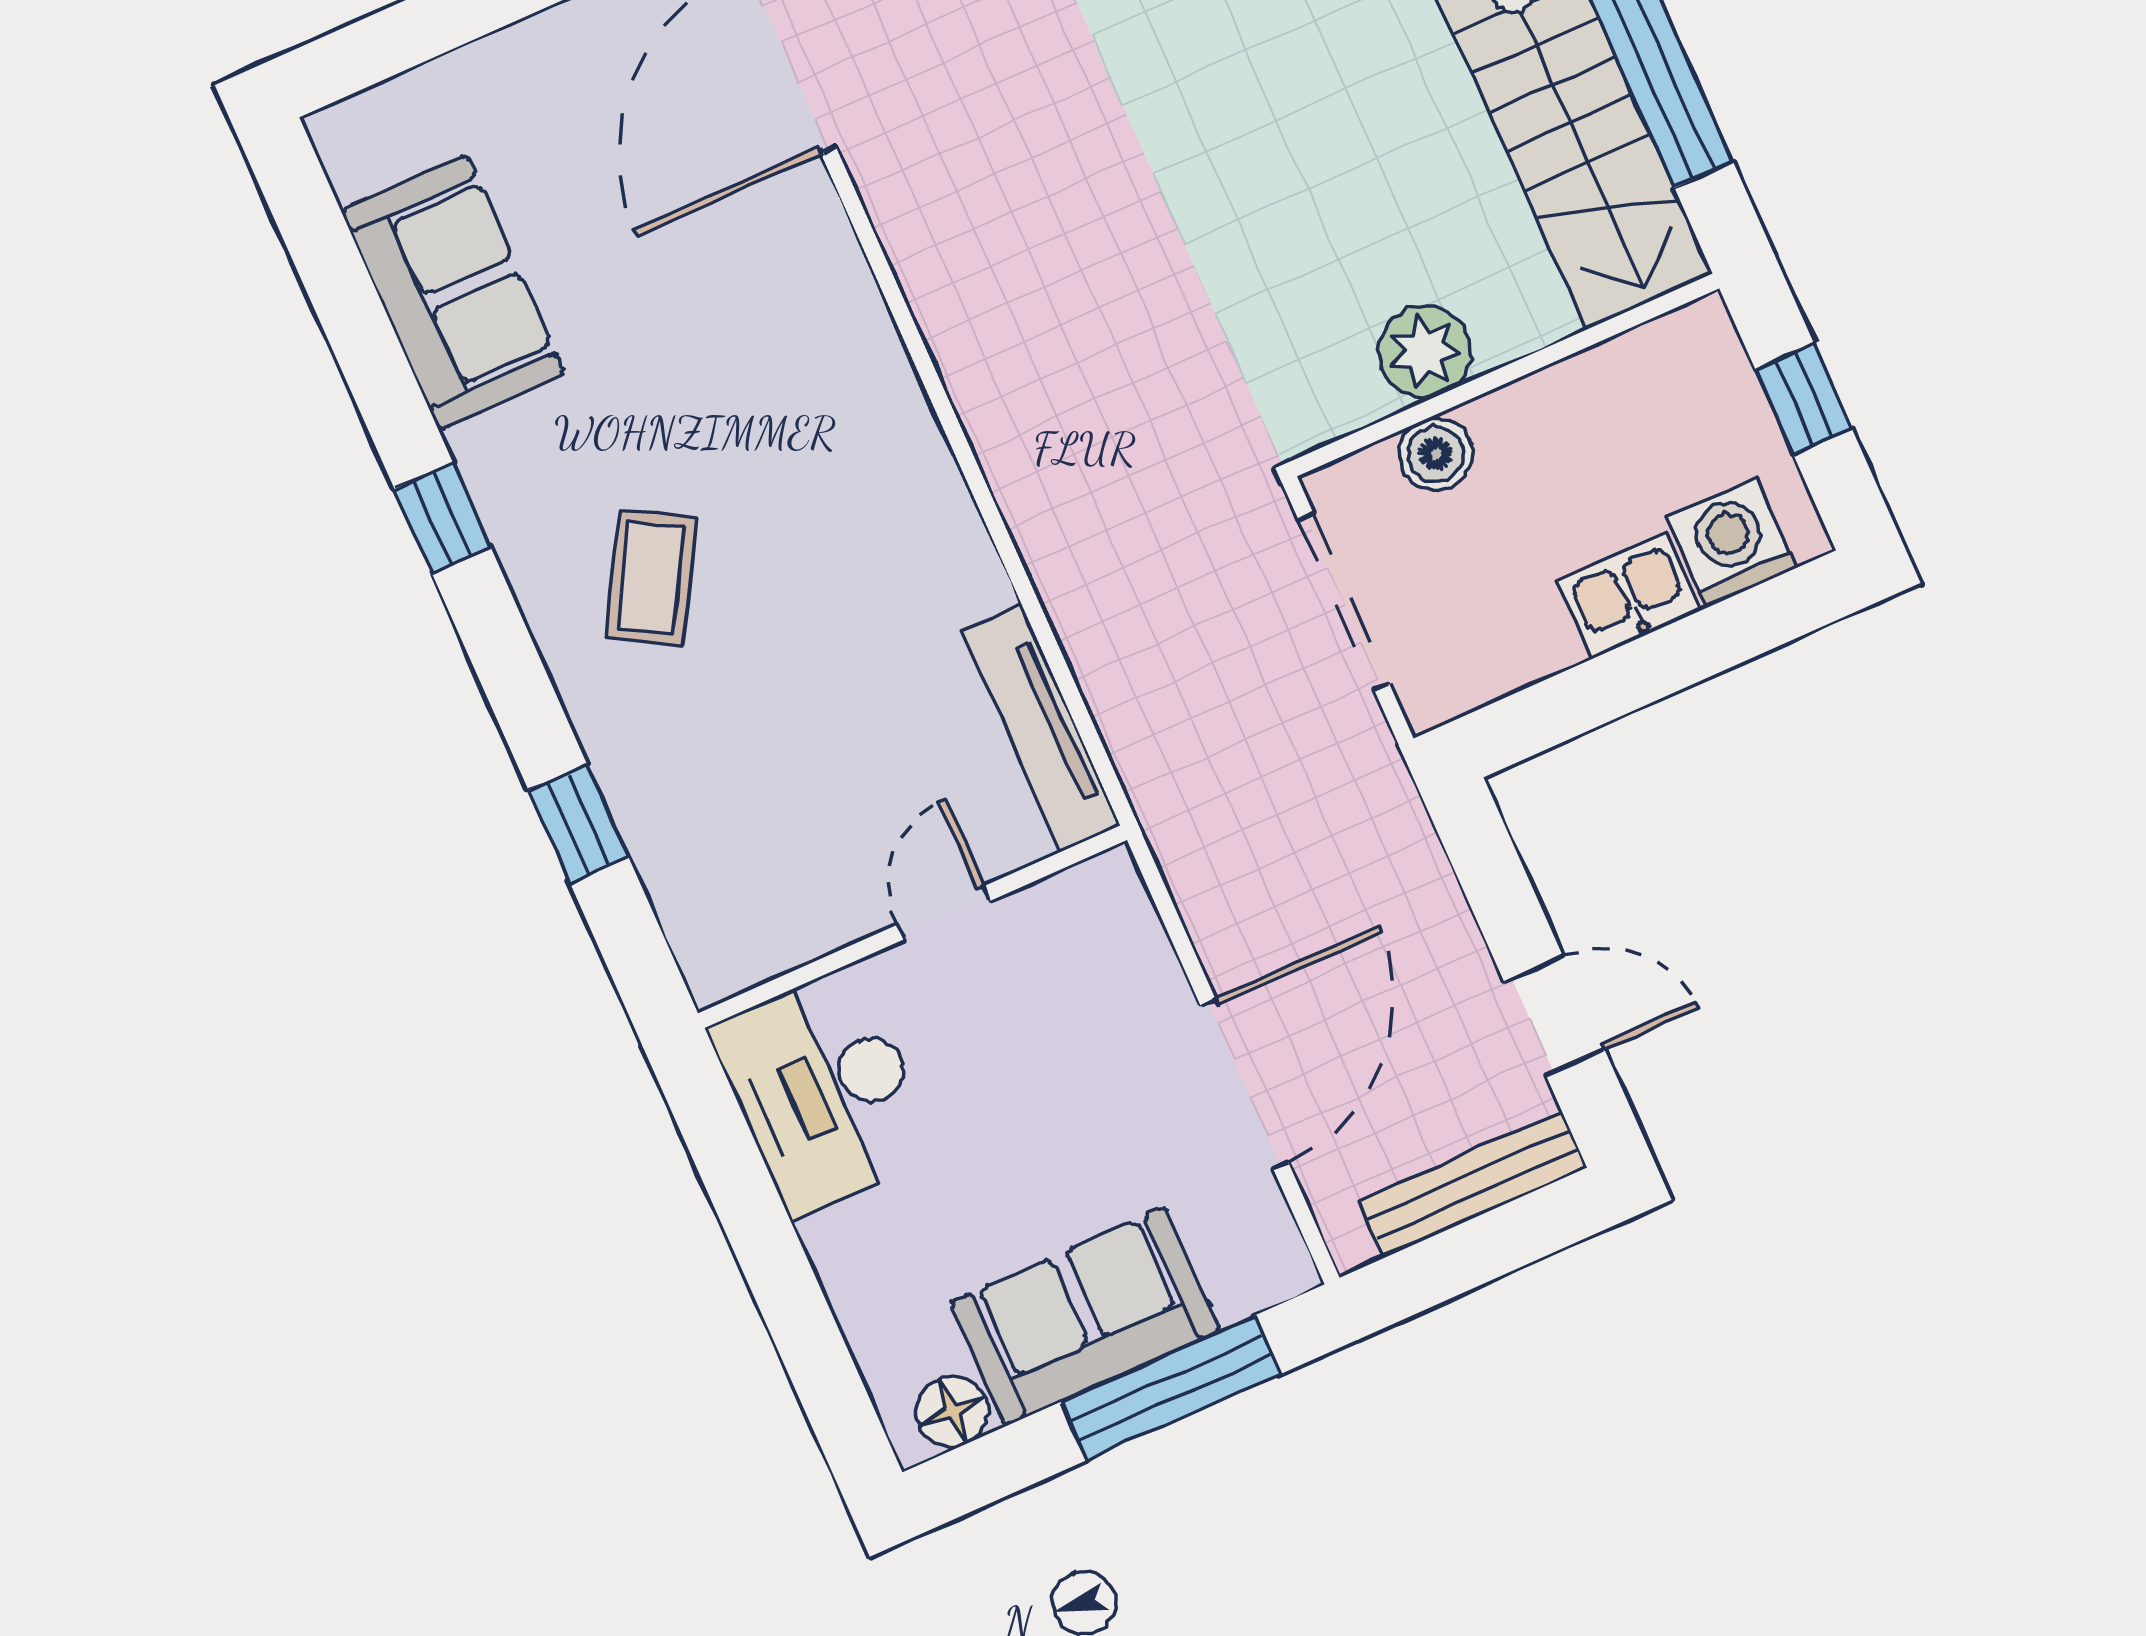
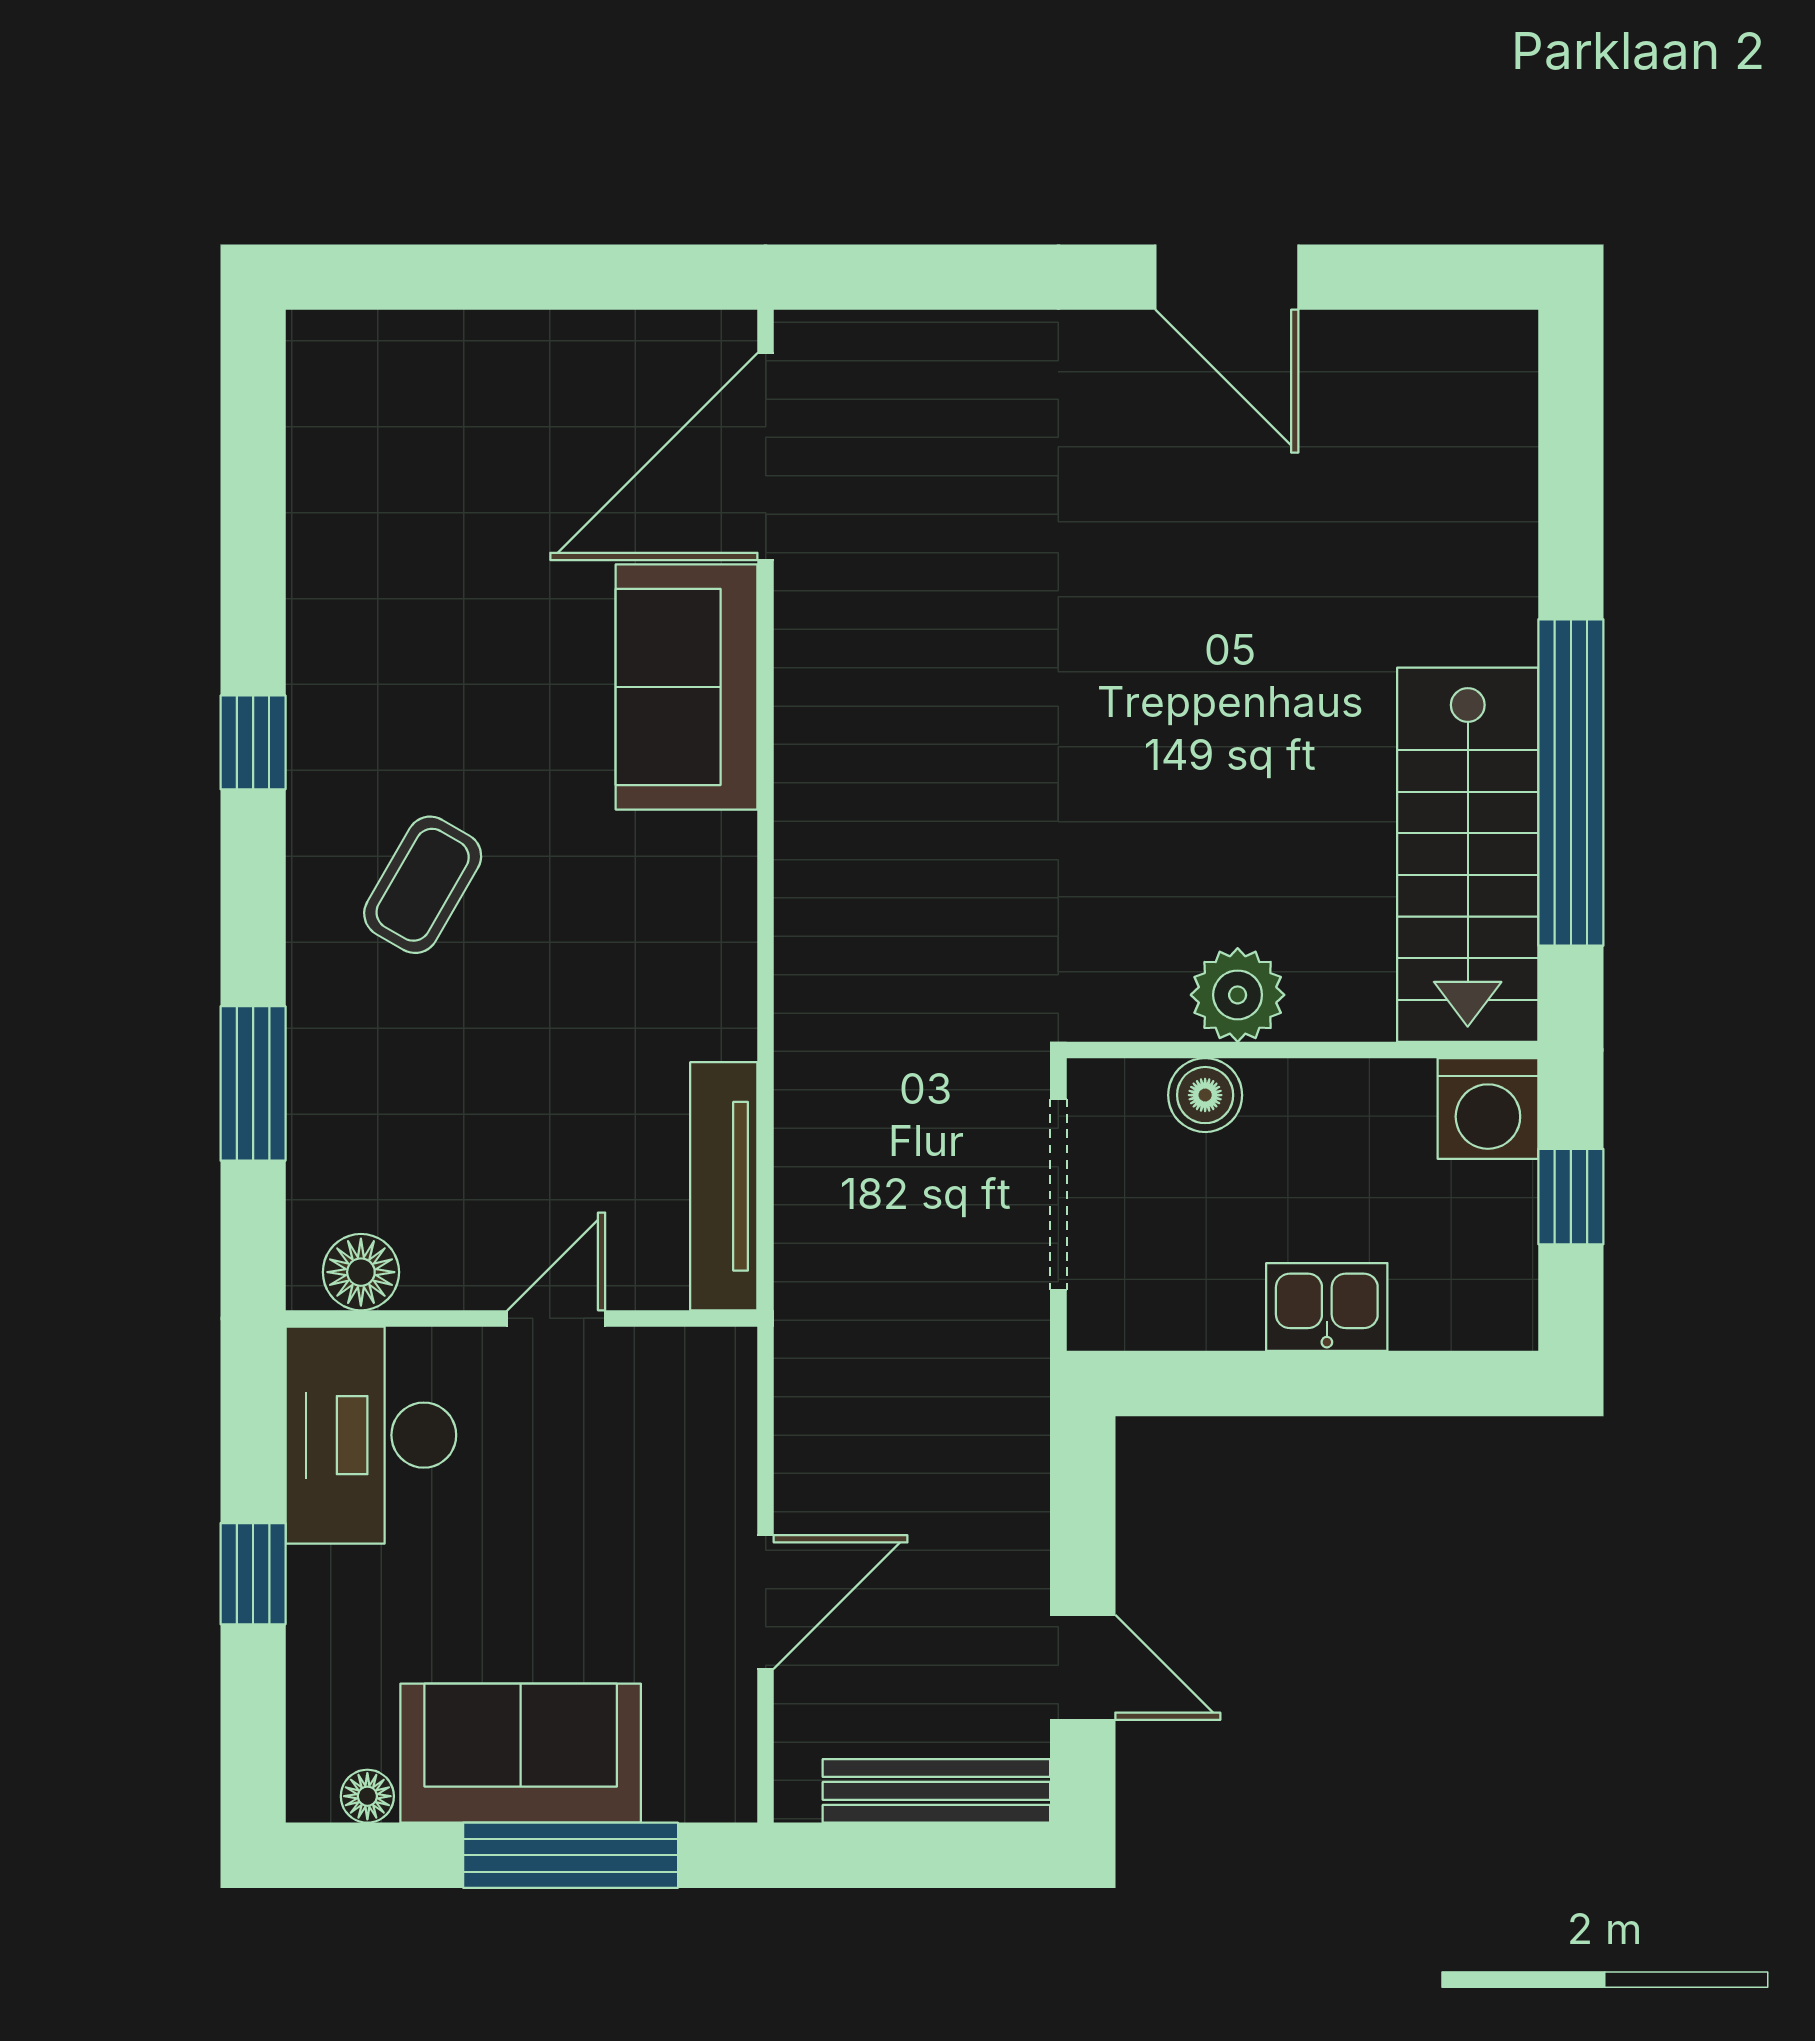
sofa: (453, 292) -> (687, 687), moved, turned 180
washing machine: (1732, 543) -> (1488, 1108), moved, turned 180
window: (578, 823) -> (253, 1083), width x1.50
floor lamp: (750, 949) -> (361, 1272), added
door: (1244, 1083) -> (766, 1602), width x0.73
window: (774, 1262) -> (253, 1574), added
floor lamp: (952, 1411) -> (367, 1796), width x0.73, depth x0.73

